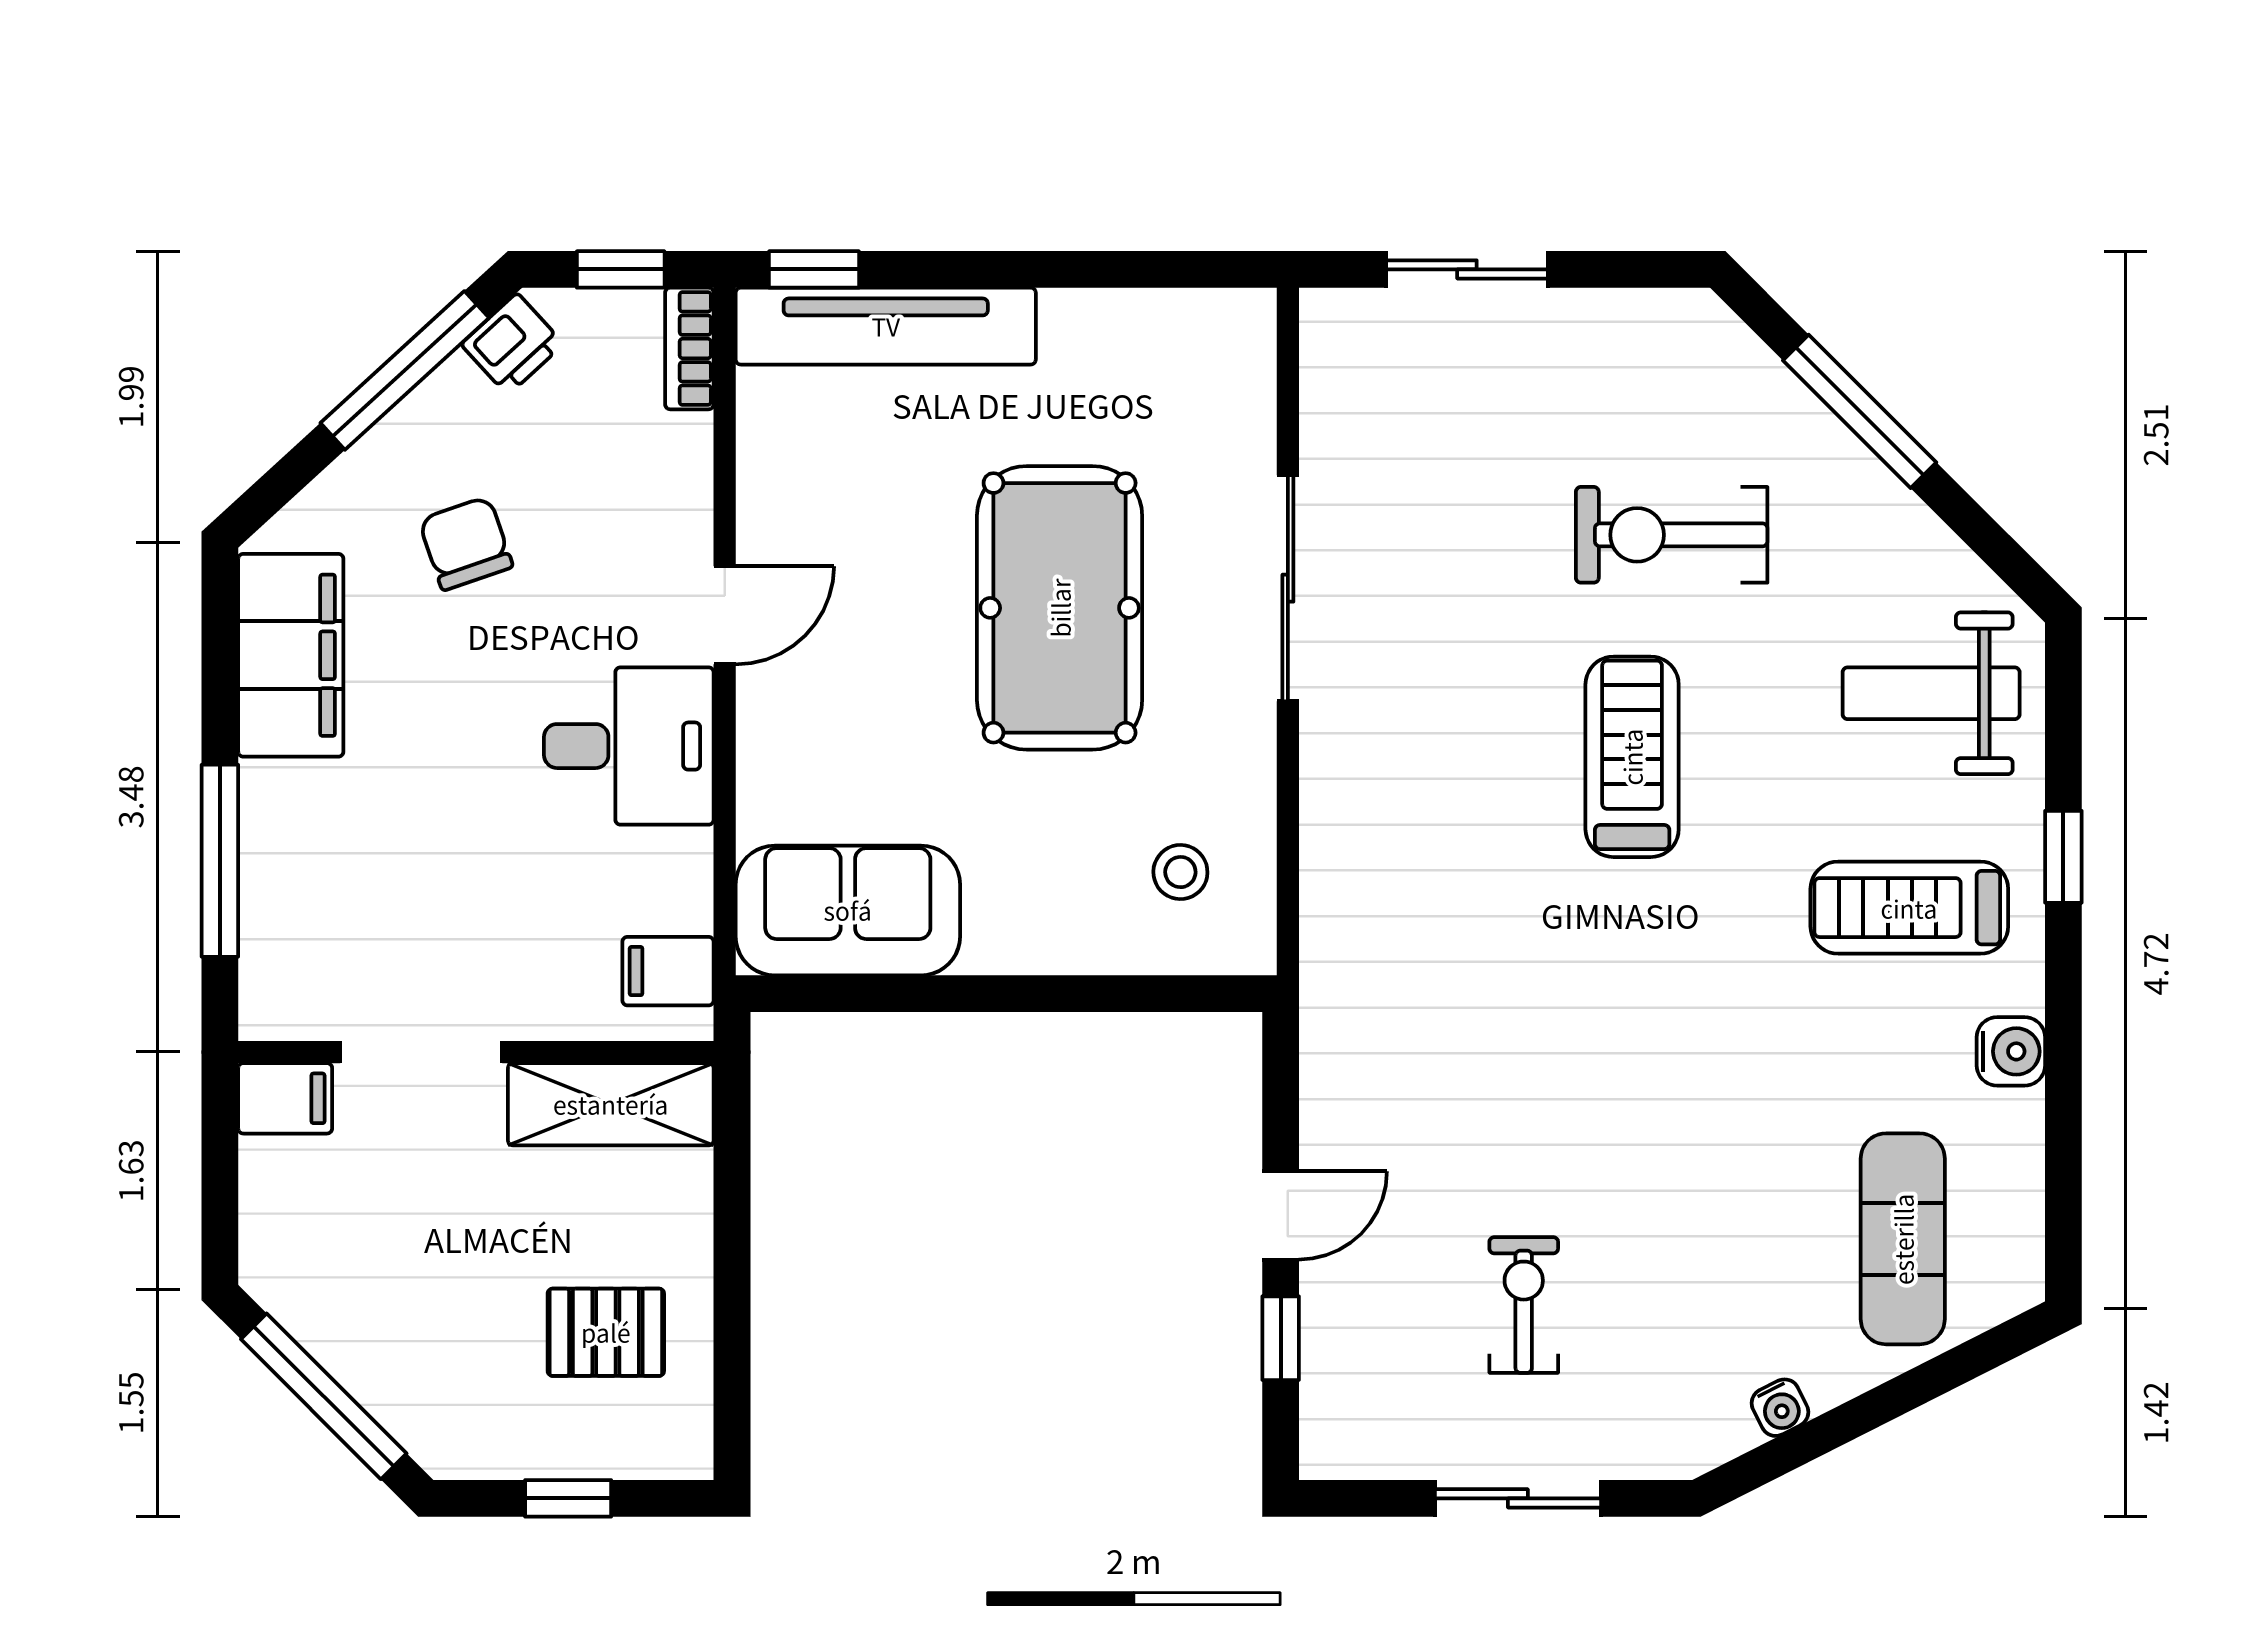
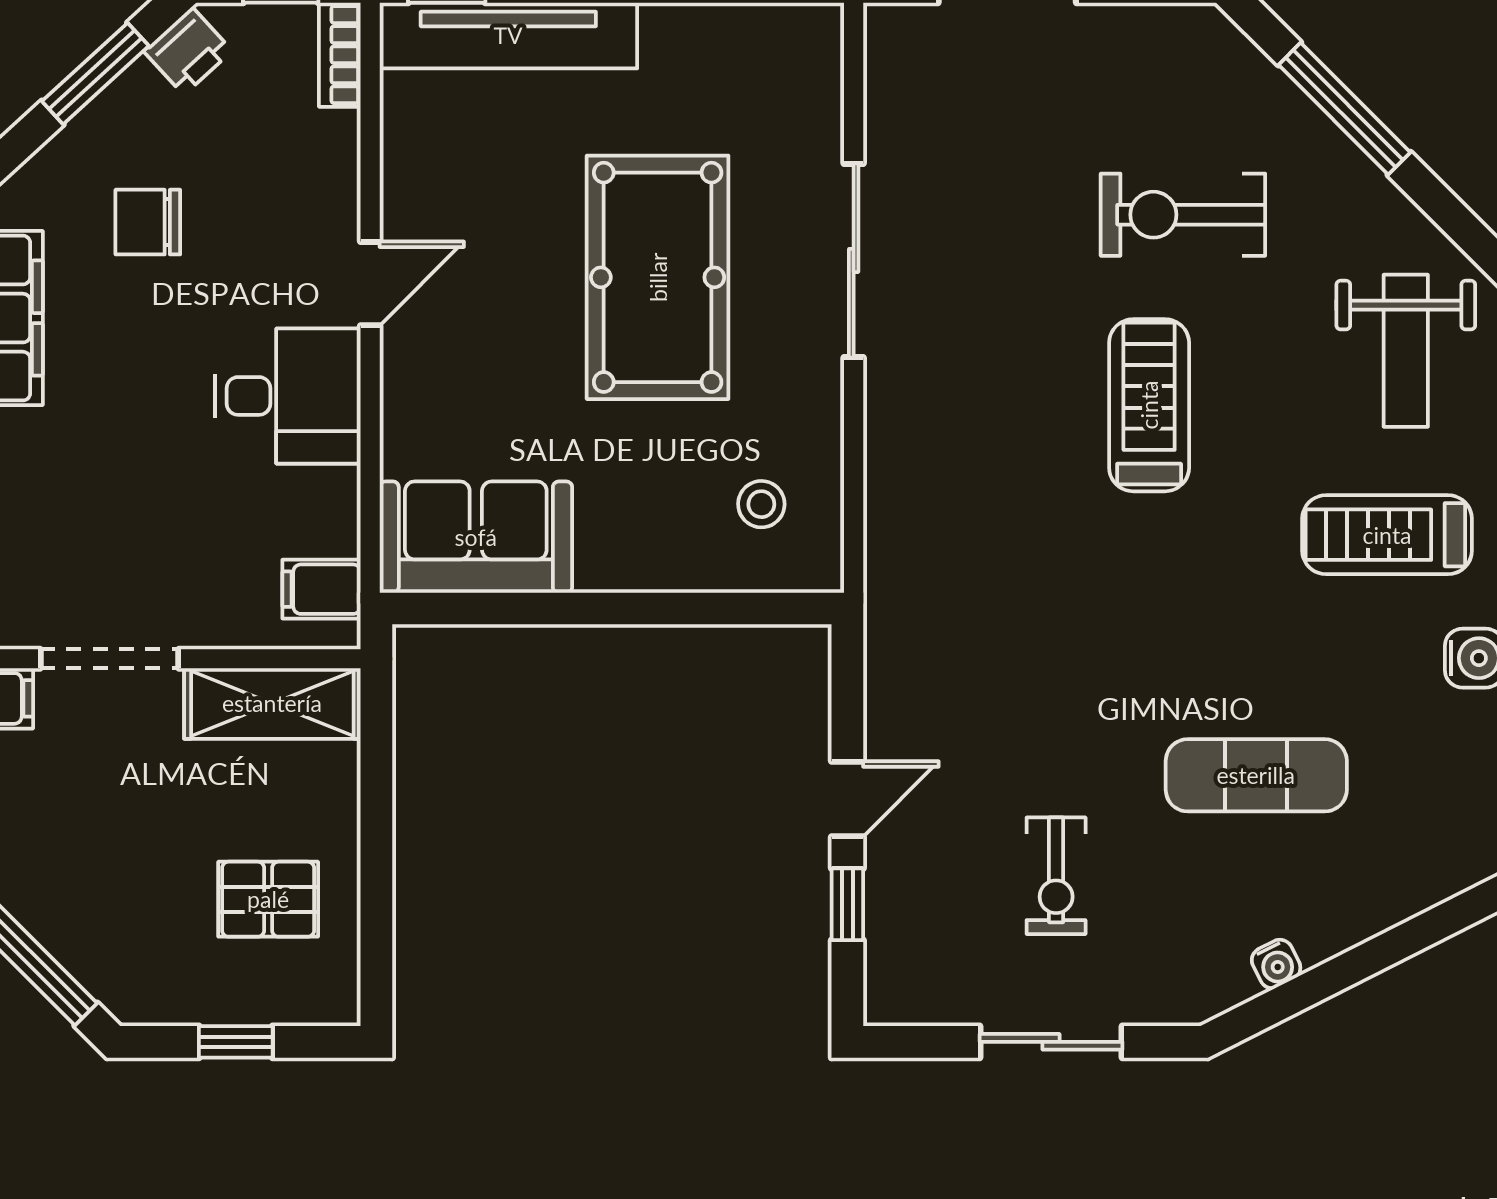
window: (405, 370) -> (95, 74), width x0.69
chair: (466, 543) -> (148, 222), turned -71
weight bench: (1931, 693) -> (1406, 351), turned -90
exercise mat: (1903, 1239) -> (1256, 775), moved, turned 90
exercise bike: (1524, 1305) -> (1056, 876), turned 180

